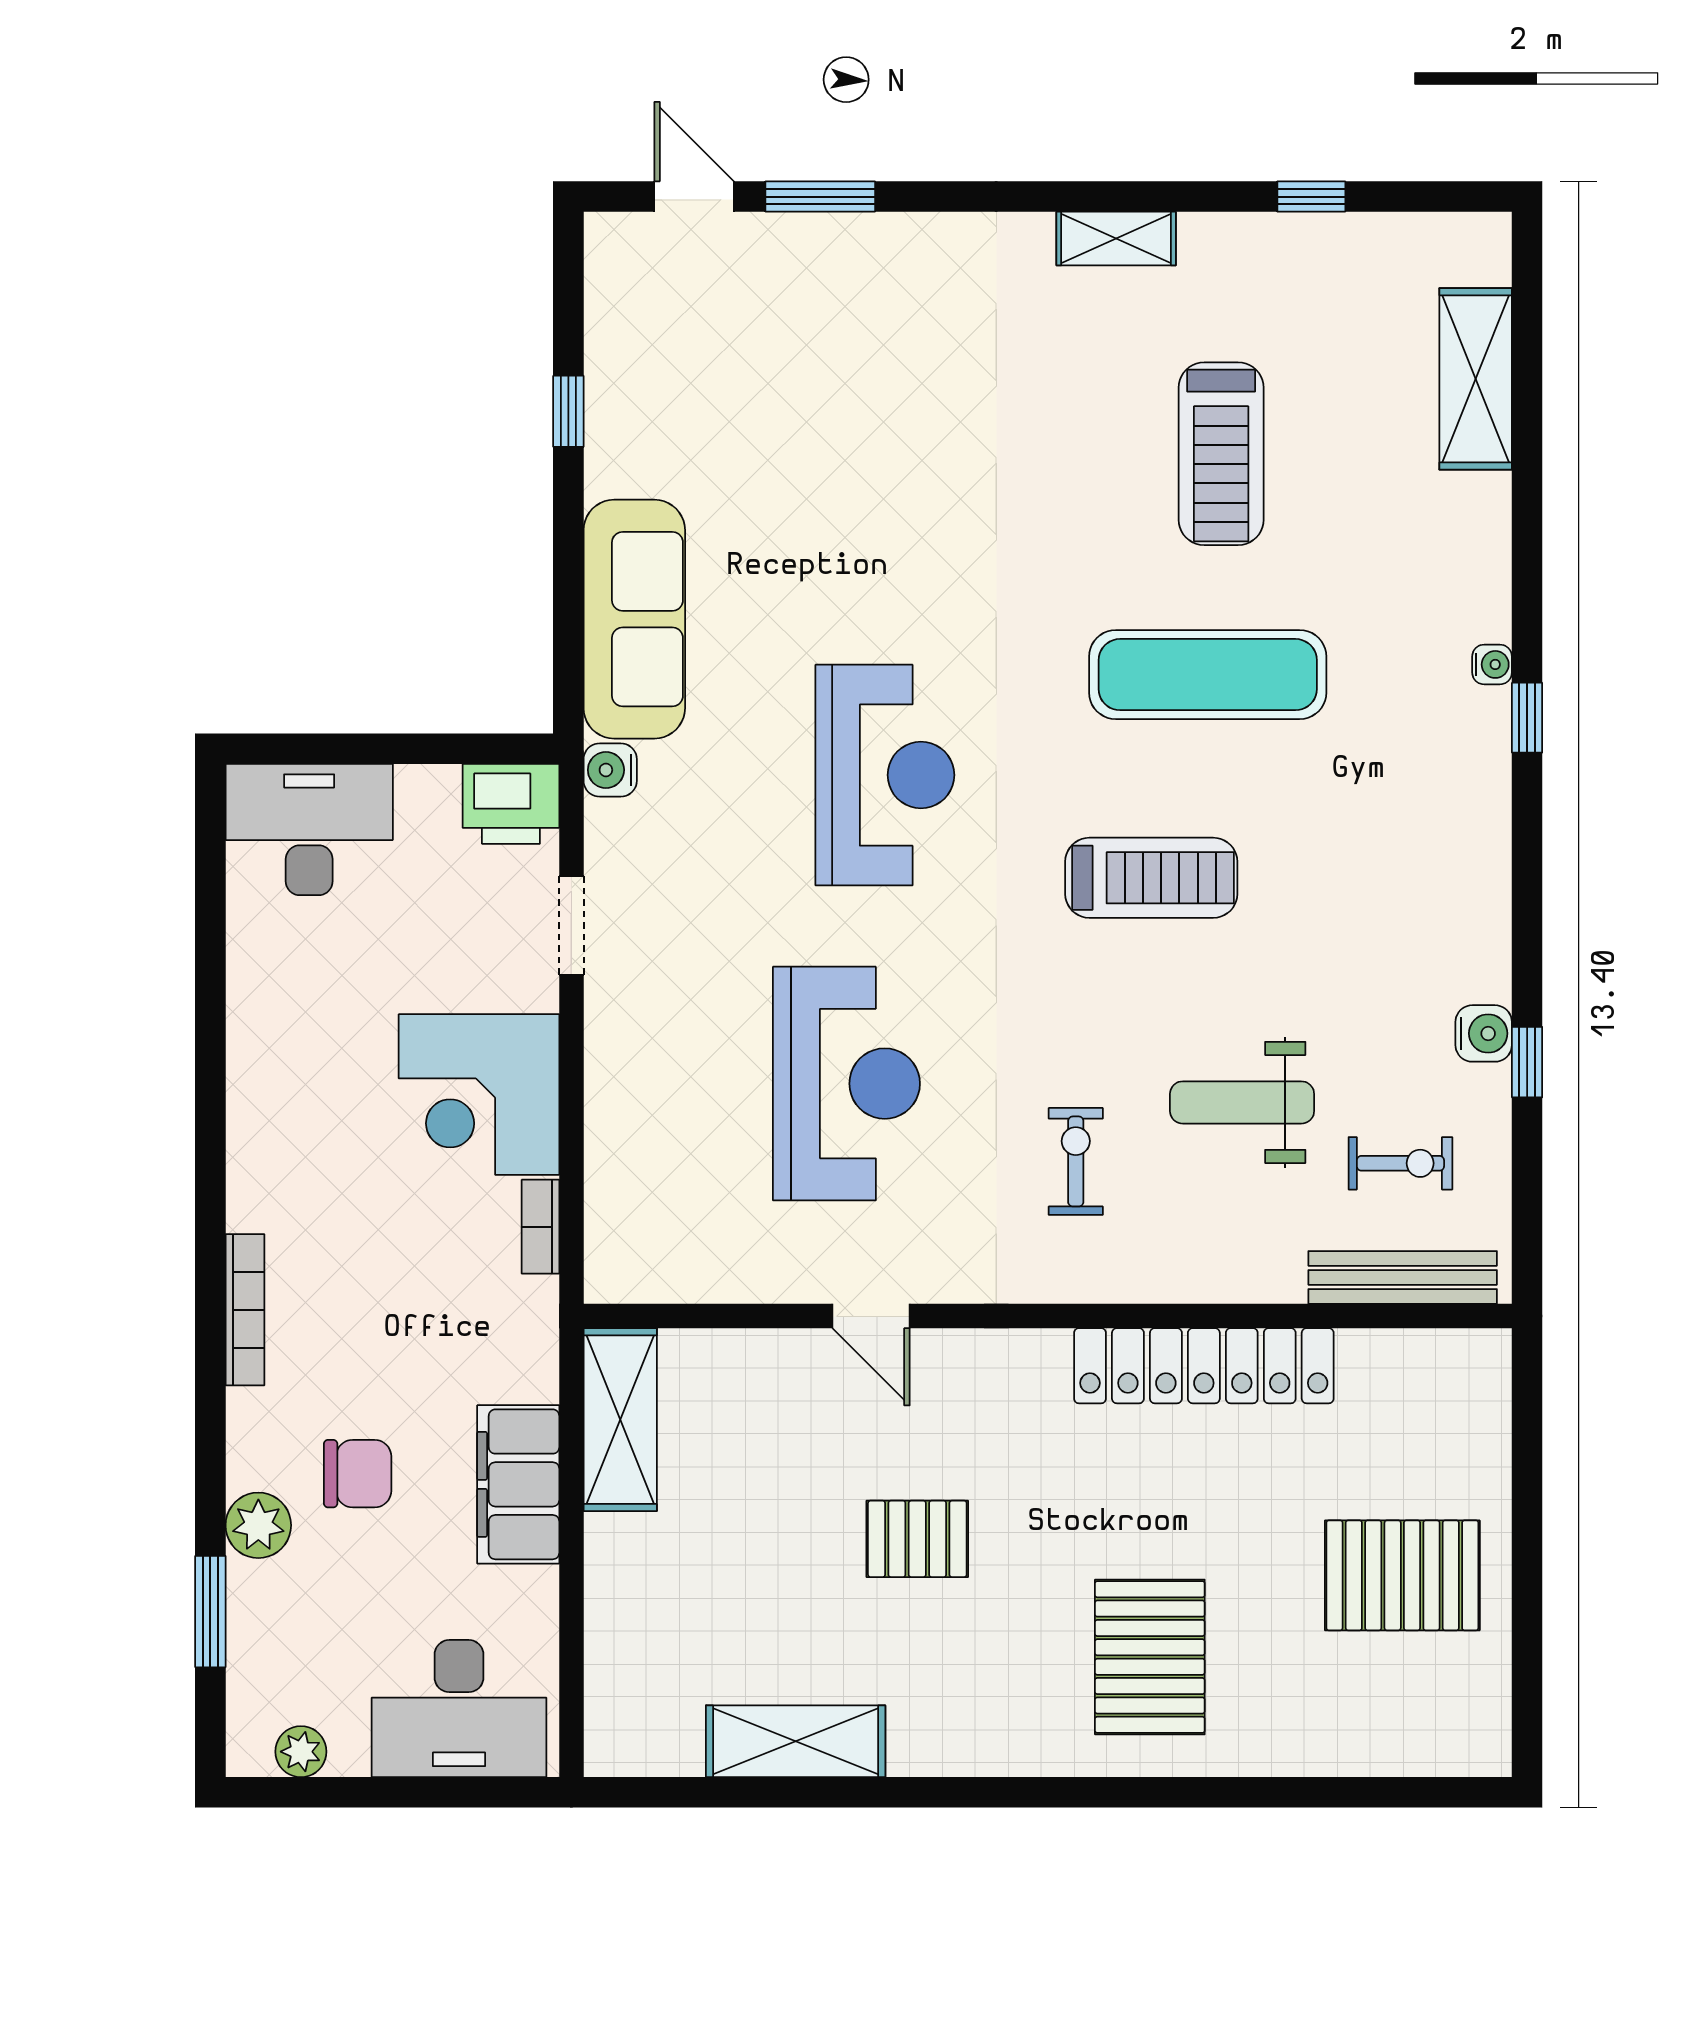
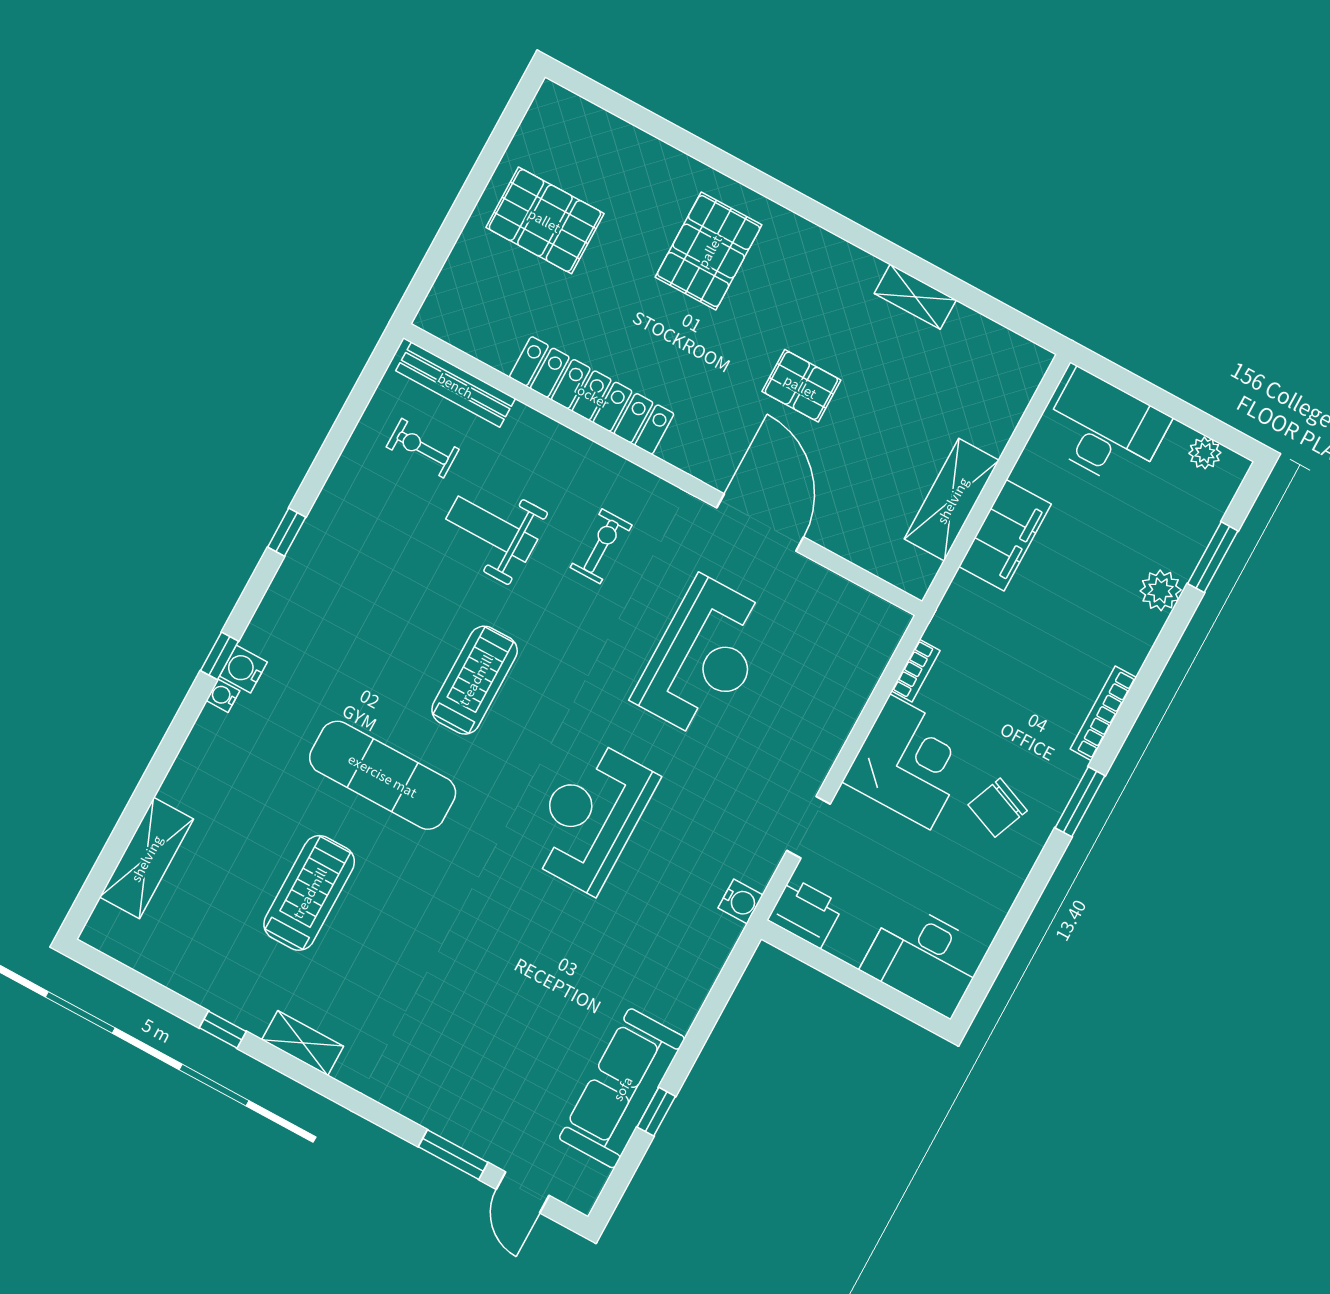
window: (1311, 197) -> (223, 1030), moved
sofa: (634, 619) -> (622, 1088), moved
treadmill: (1151, 878) -> (475, 680), turned 90
water cooler: (1484, 1033) -> (243, 669), moved
window: (1527, 1062) -> (287, 532), moved
reception desk: (846, 1084) -> (704, 658), turned 180
weight bench: (1242, 1102) -> (492, 529), turned 180
exercise bike: (1076, 1161) -> (601, 546), turned 180
window: (210, 1168) -> (1080, 802), added
door: (871, 1316) -> (760, 522), width x1.87
shelving: (620, 1420) -> (952, 500), moved
chair: (358, 1474) -> (998, 808), moved, turned -68
shelving: (796, 1741) -> (915, 297), width x0.67, depth x0.75

